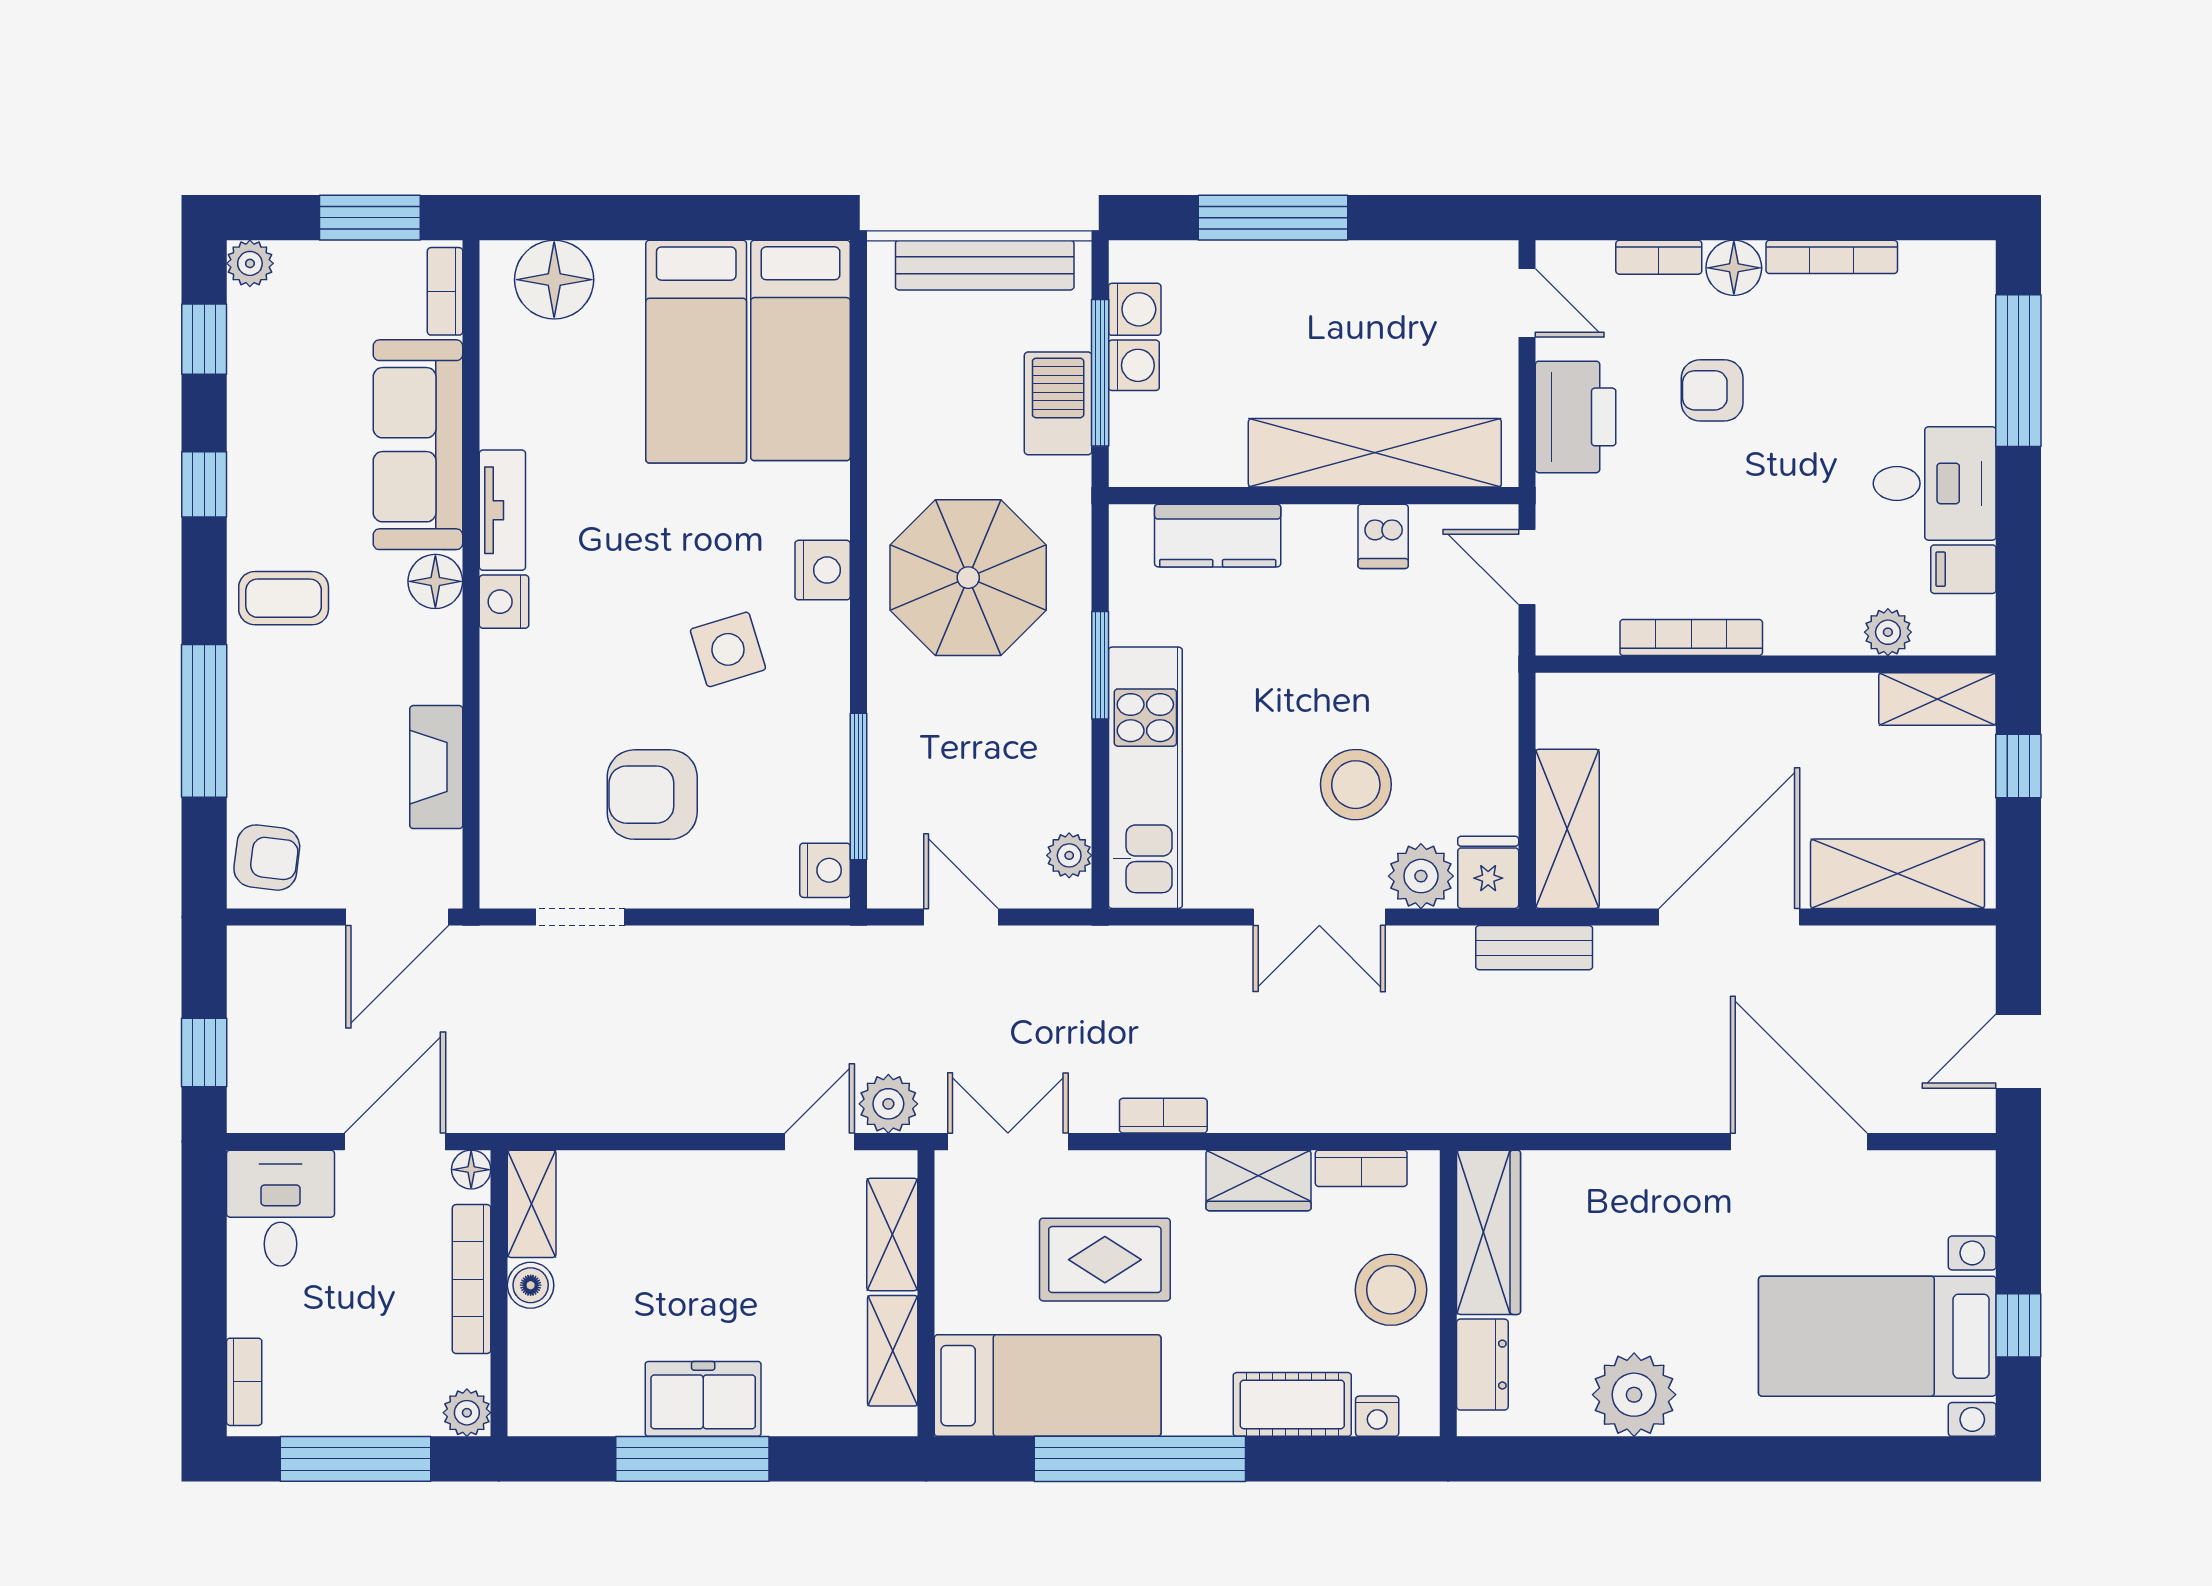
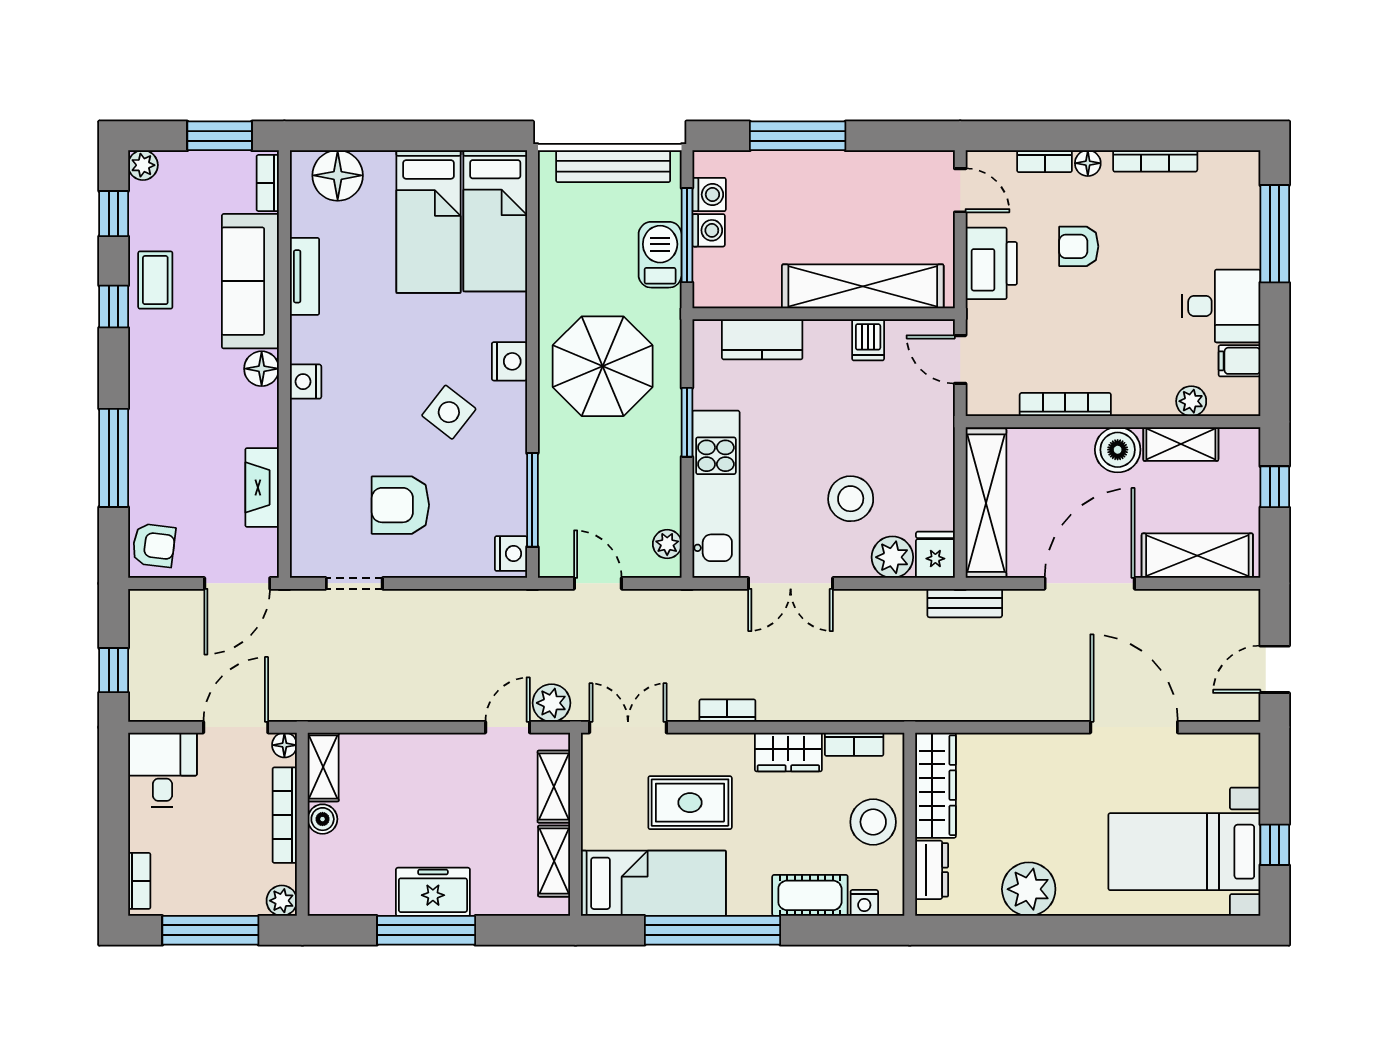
floor lamp: (1734, 268) -> (1088, 163), width x0.73, depth x0.73
tv unit: (502, 510) -> (304, 276), moved
coffee table: (284, 598) -> (155, 280), moved, turned 90
side table: (728, 649) -> (449, 412), turned -35
shelving: (1937, 699) -> (1181, 444), moved
boiler: (1773, 708) -> (1118, 450), added
shelving: (1567, 829) -> (986, 503), width x1.47
double door: (1319, 917) -> (791, 583), moved

